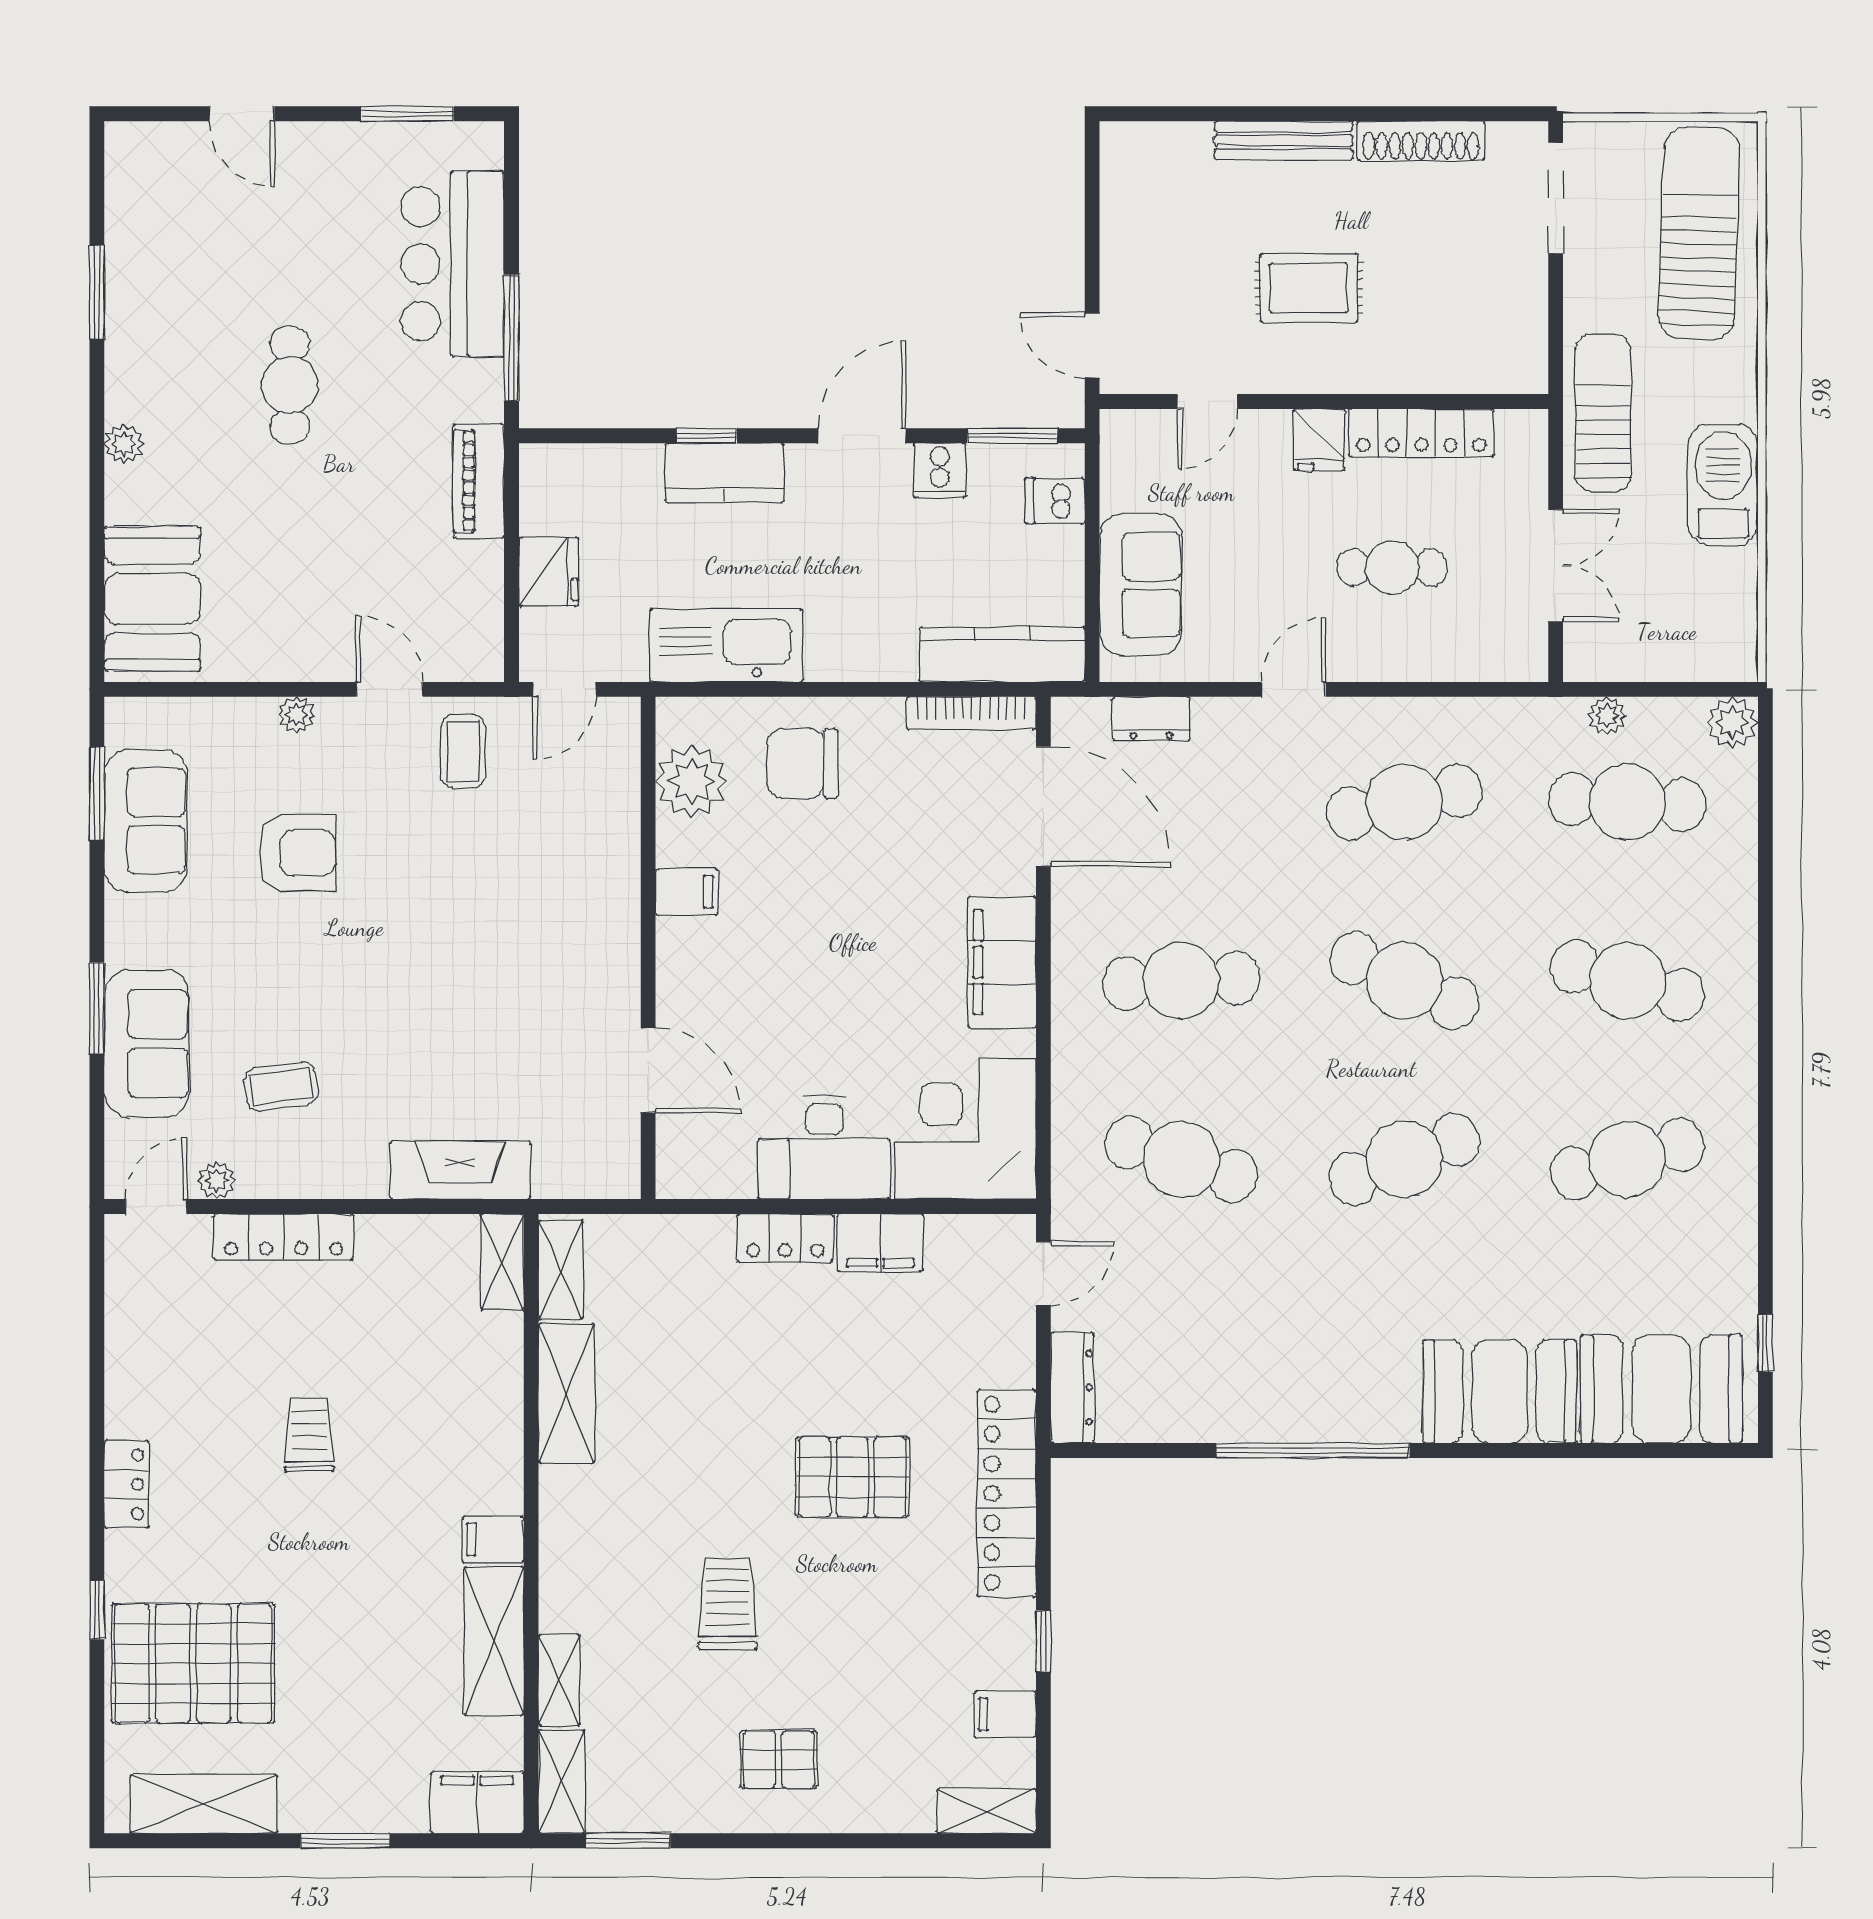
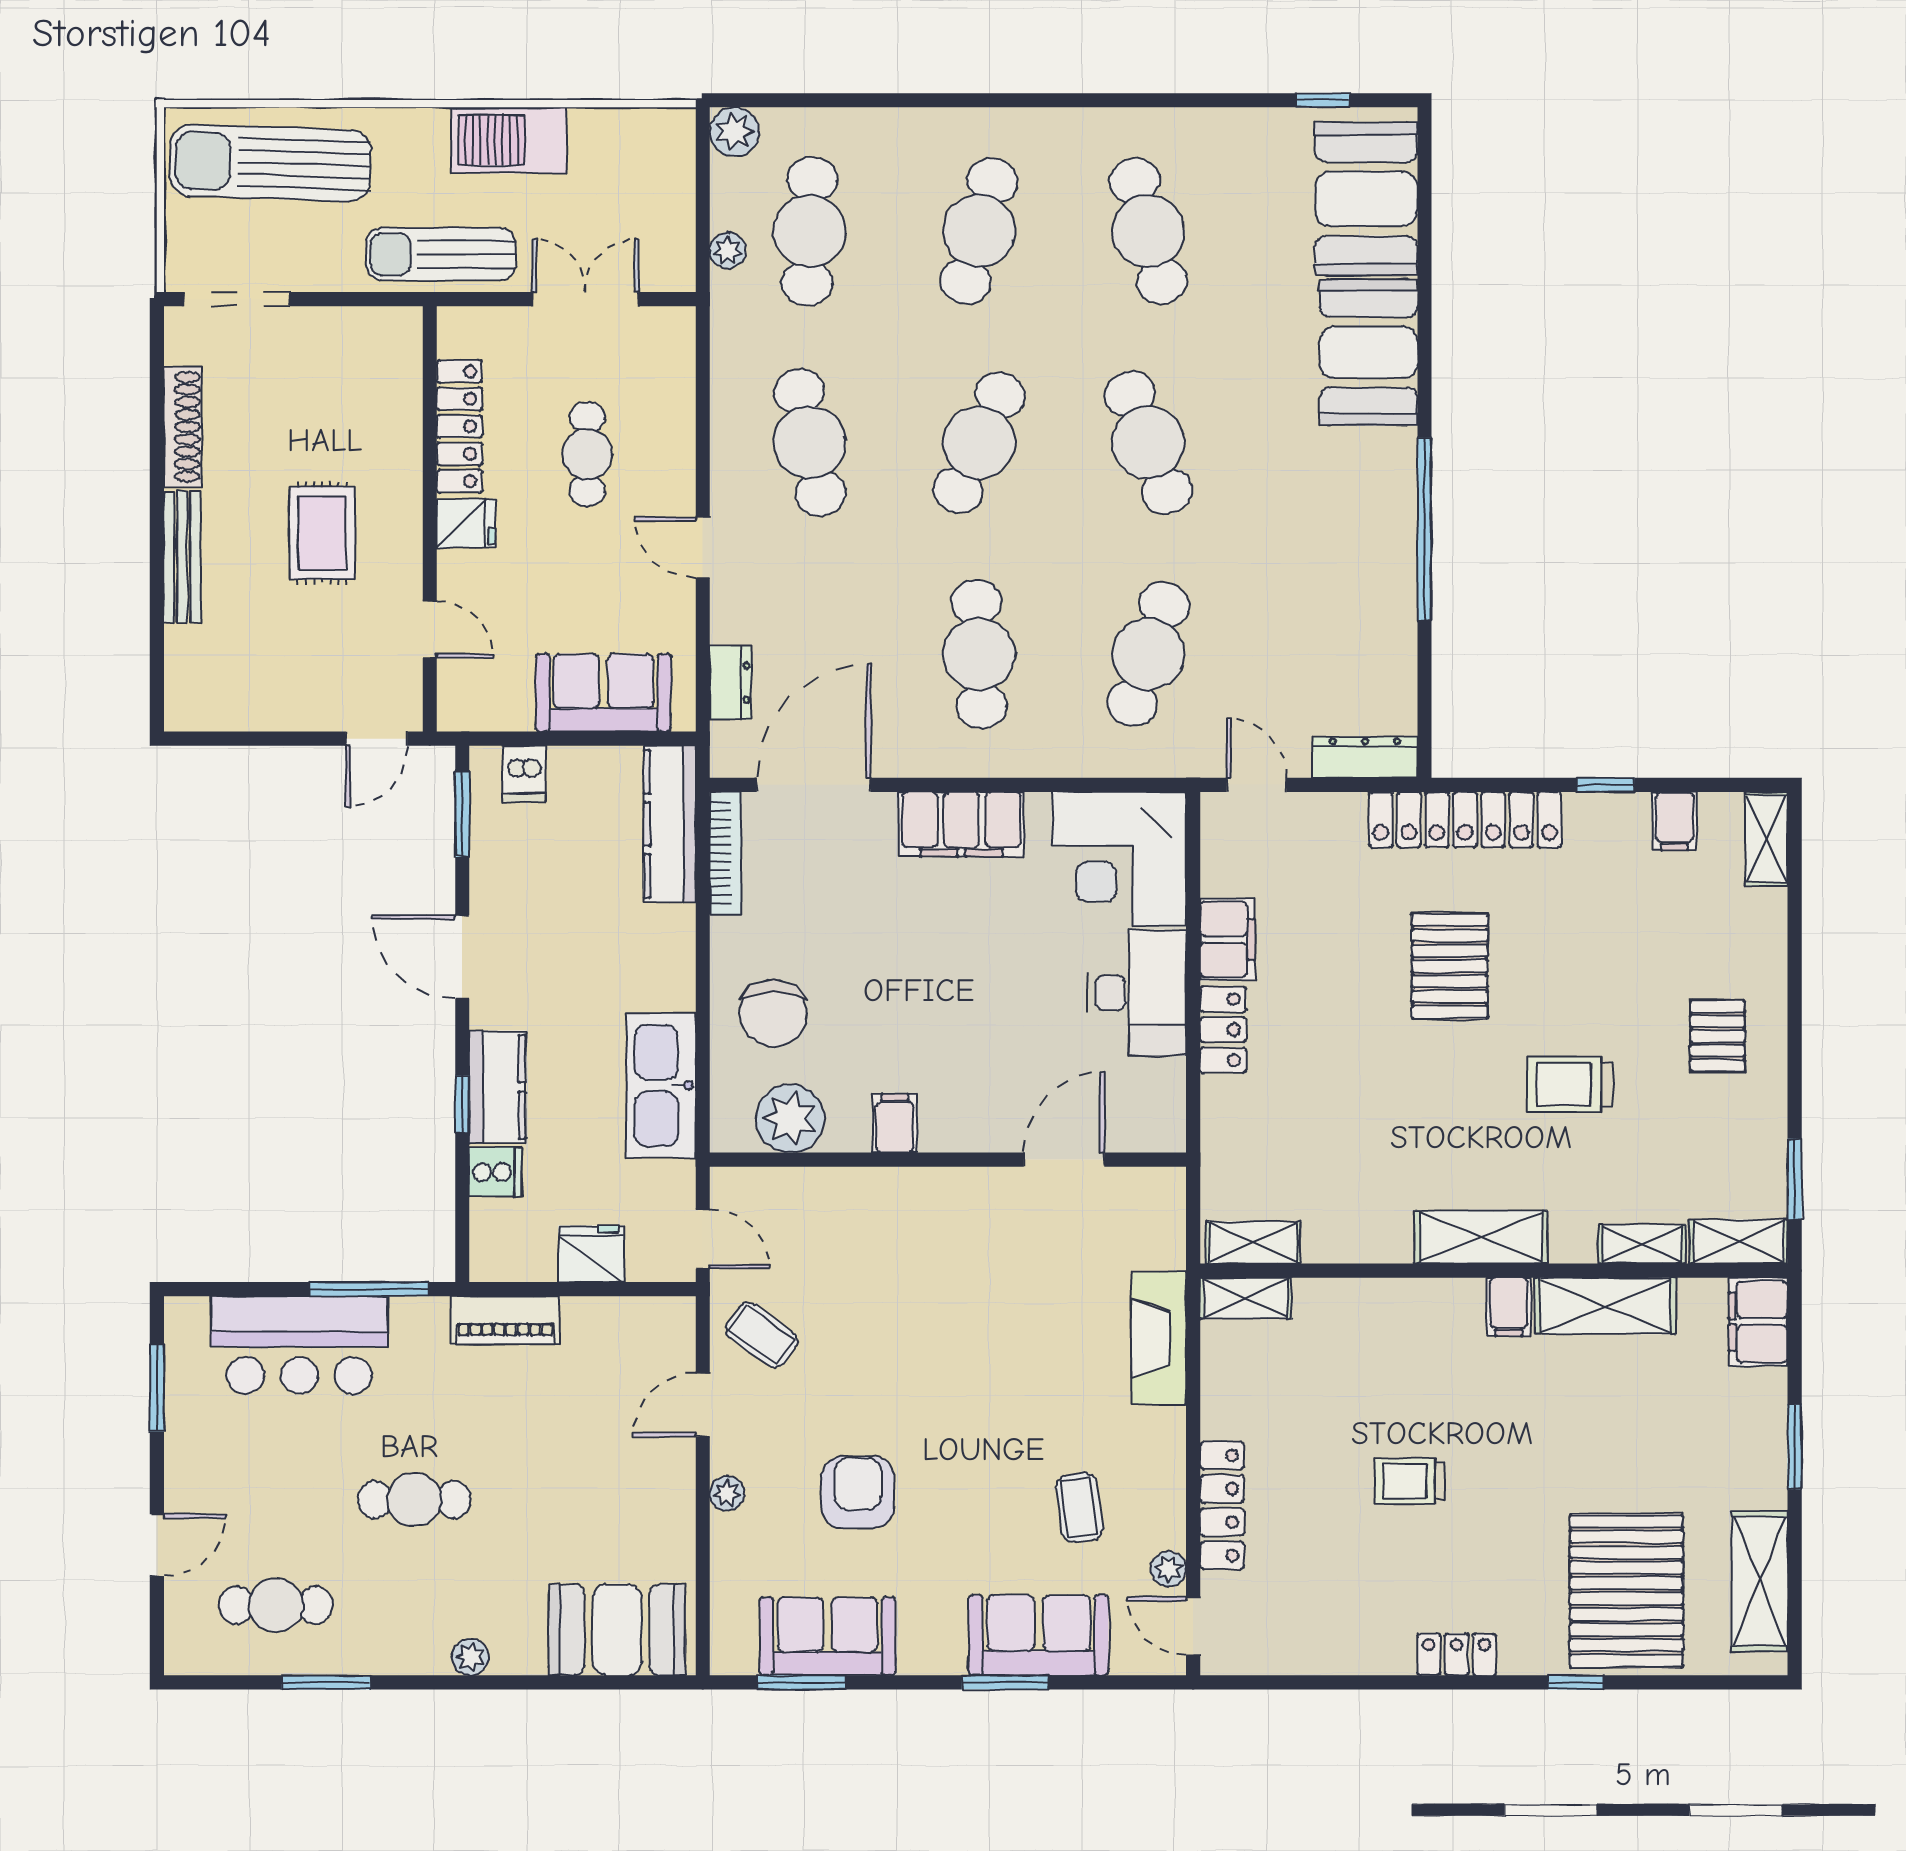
cafe table: (178, 239) -> (276, 1605), added
cooker: (940, 471) -> (495, 1172), moved
coffee table: (463, 751) -> (761, 1335), turned 36
shelving: (566, 1393) -> (1481, 1237), moved

